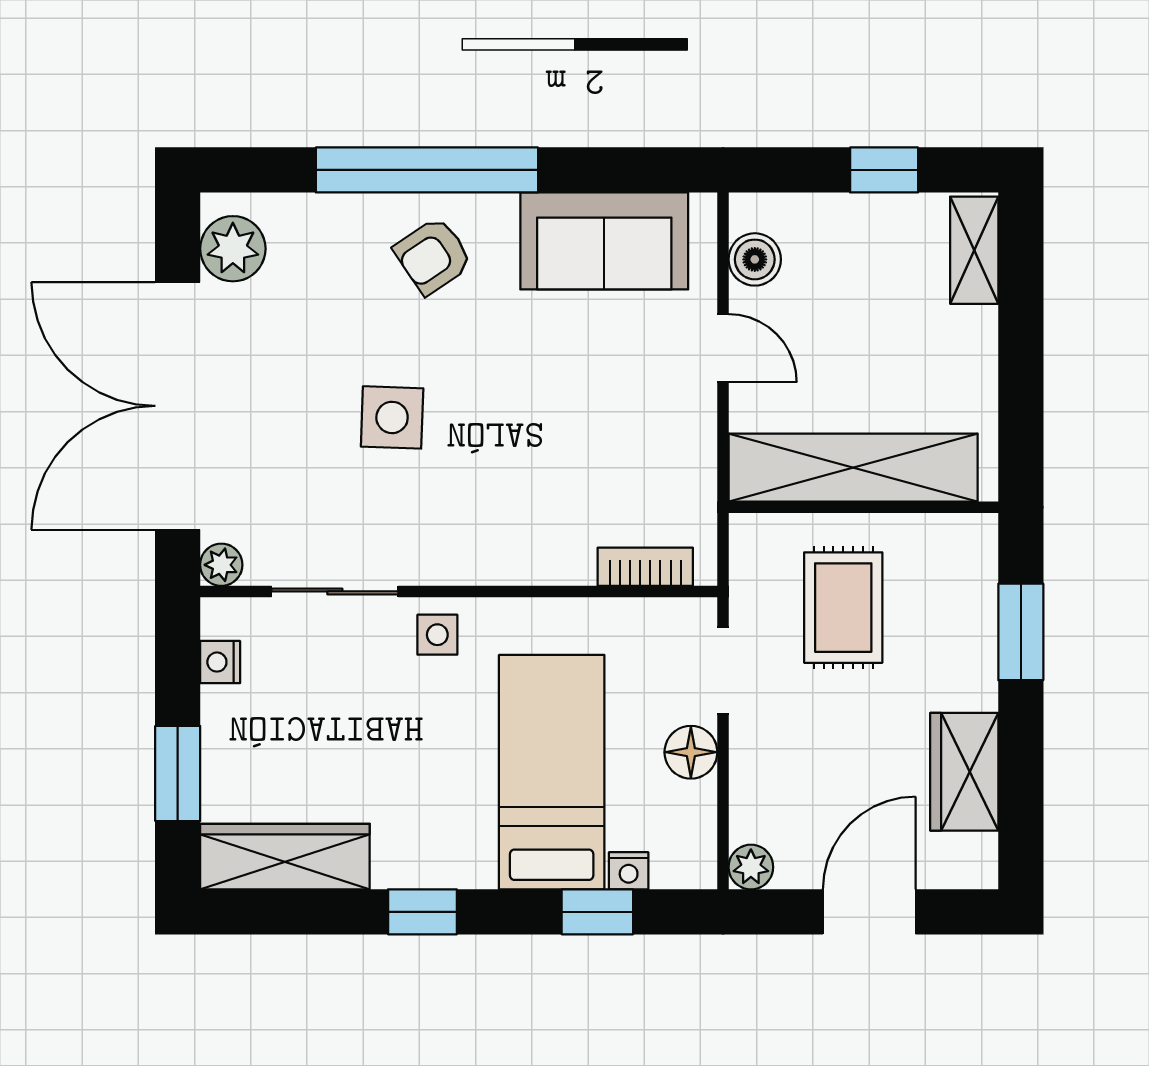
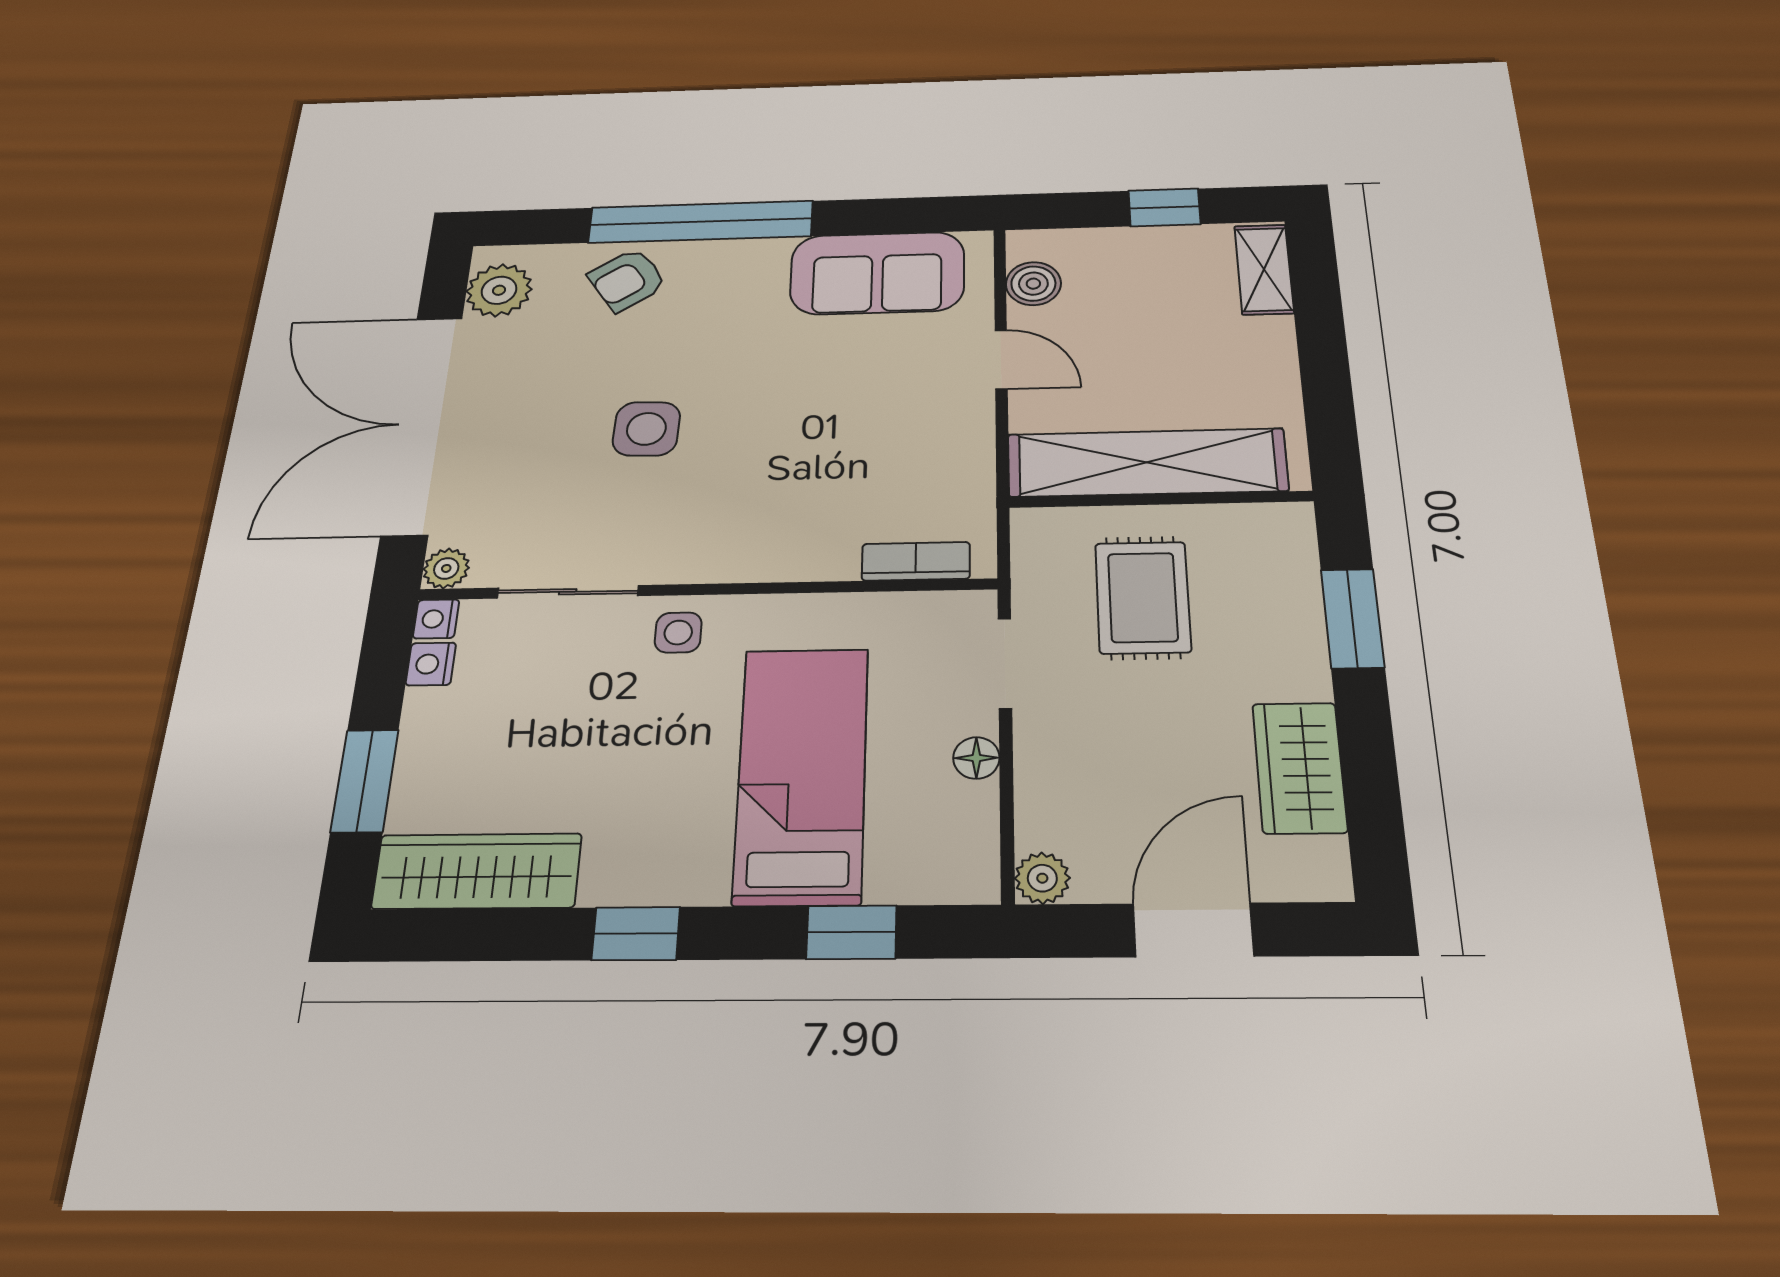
armchair: (433, 256) -> (627, 280), moved
floor lamp: (691, 752) -> (976, 758), width x0.73, depth x0.73
nightstand: (629, 871) -> (436, 619), moved, turned 90

